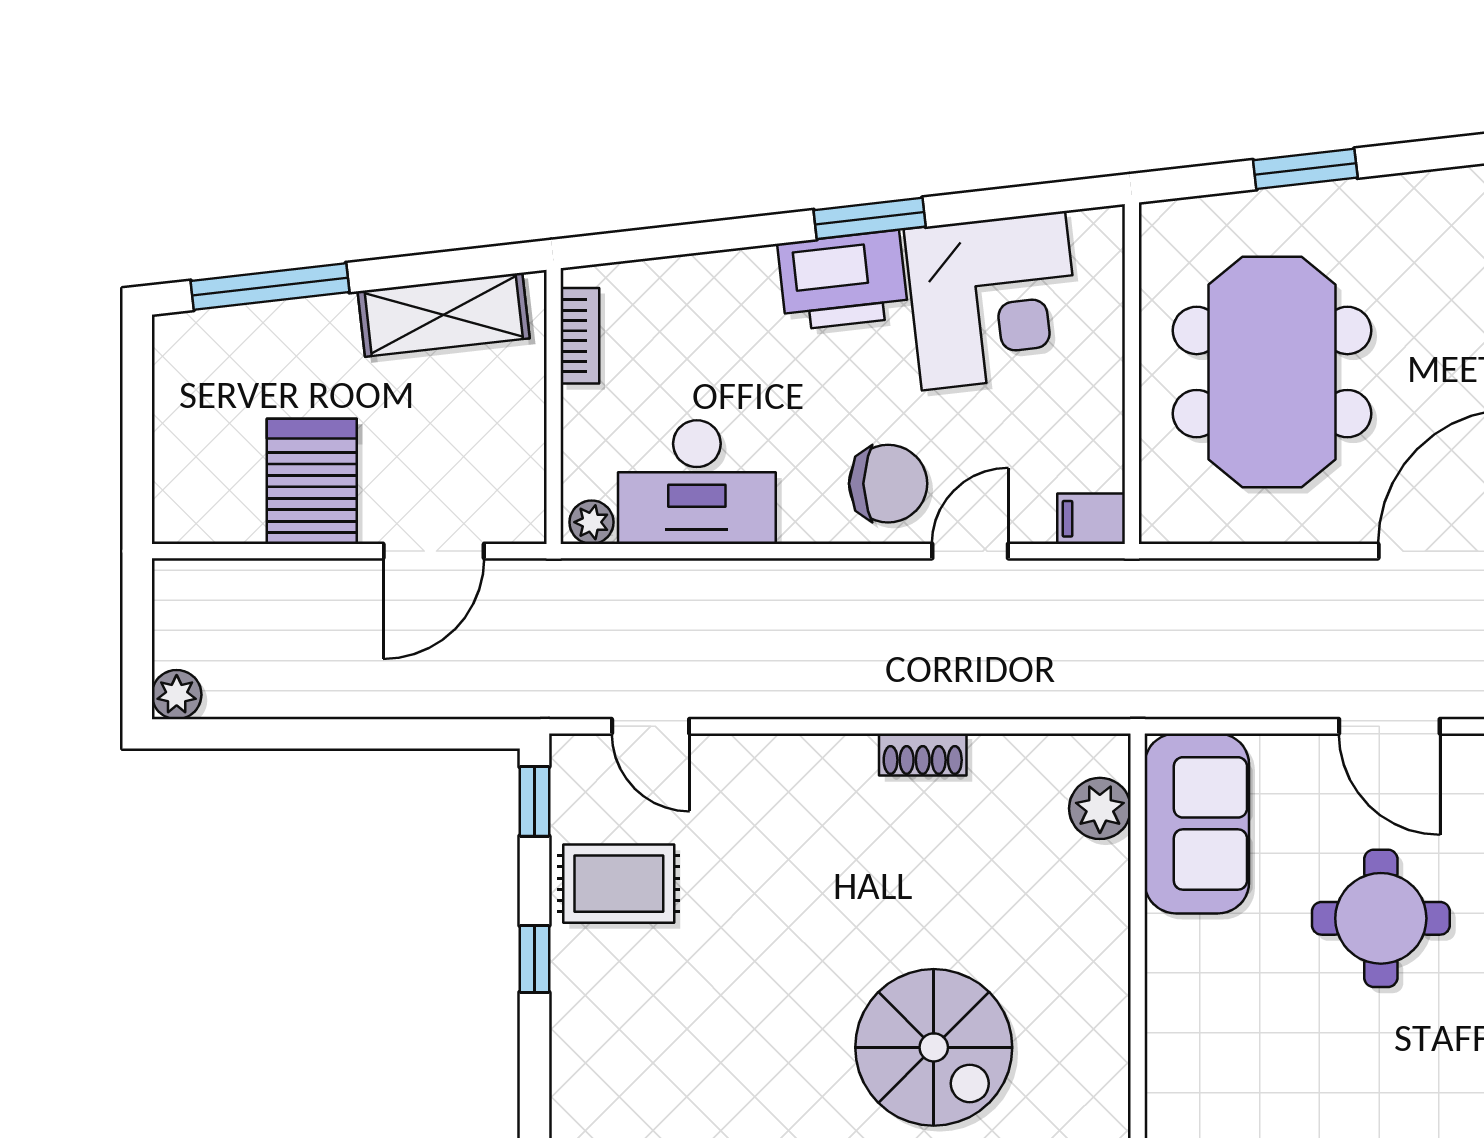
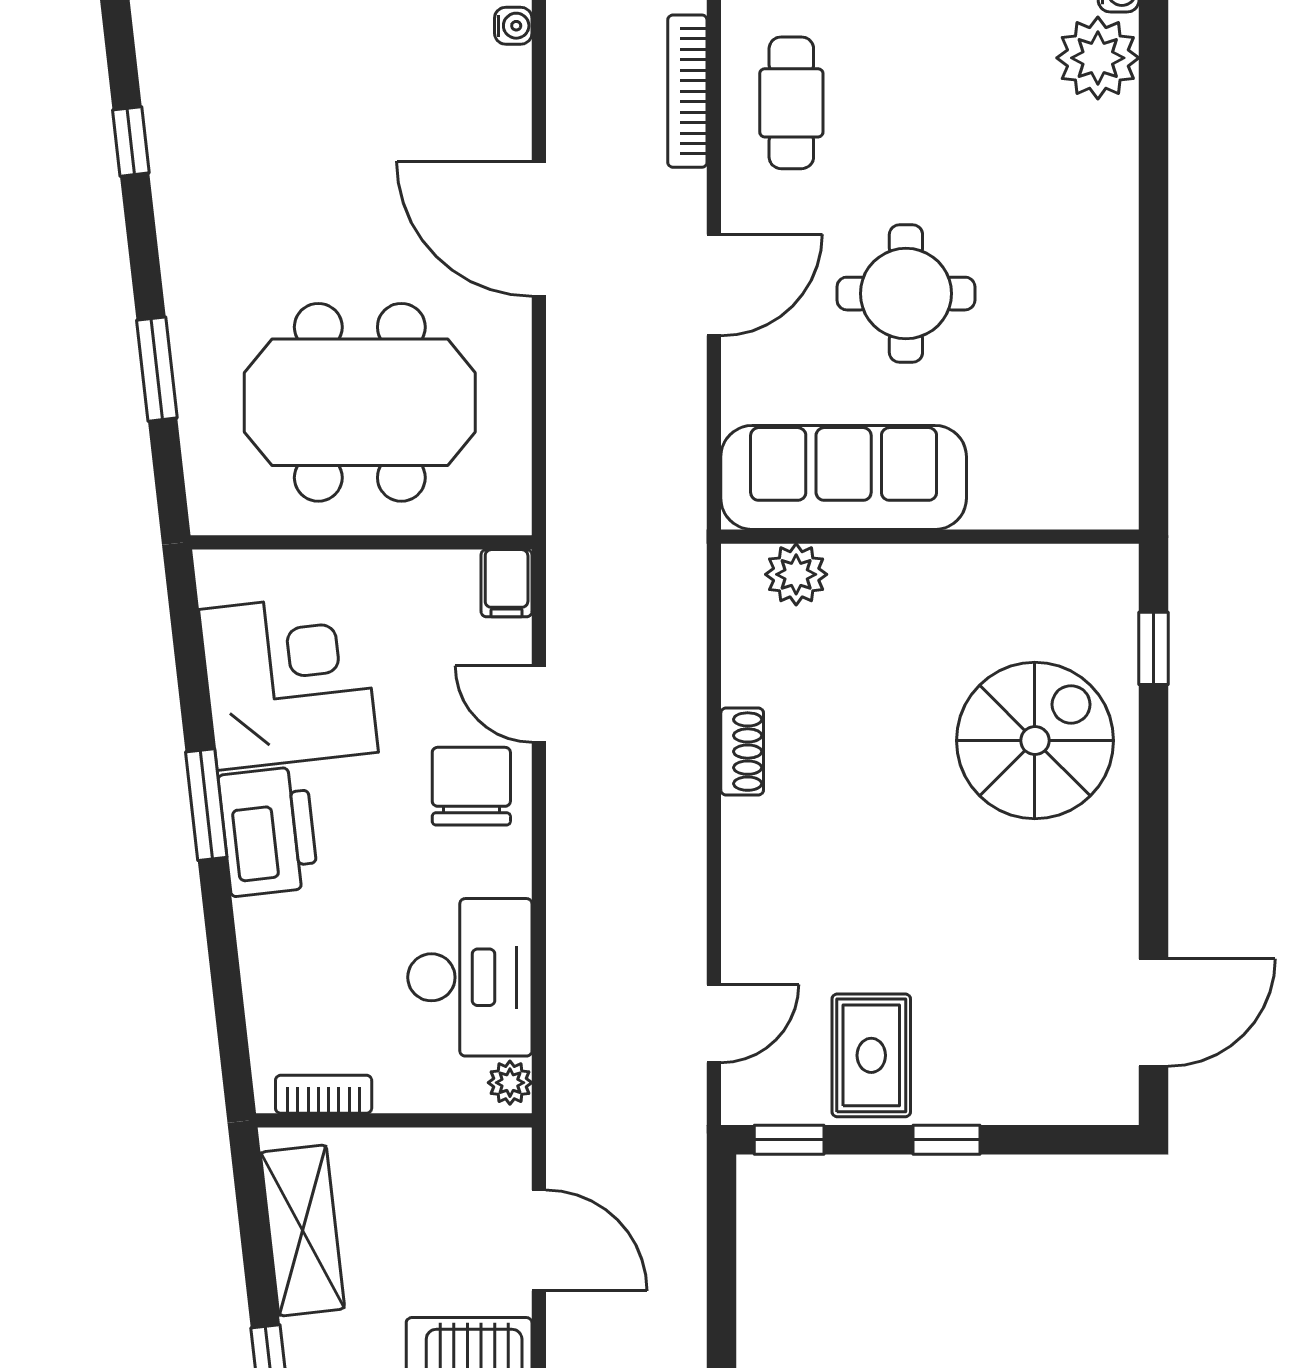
sofa: (1197, 823) -> (844, 477), width x1.36

